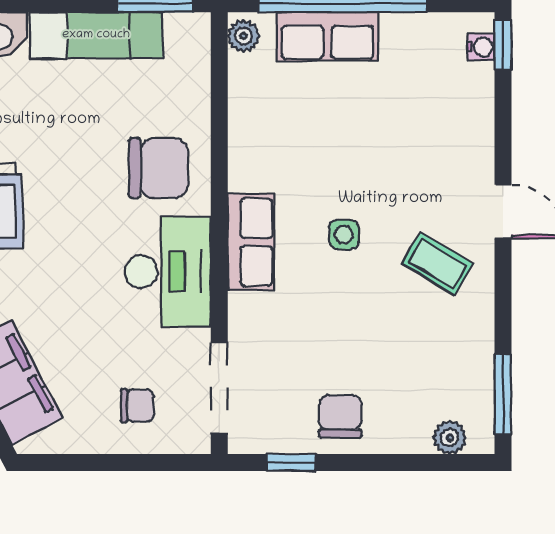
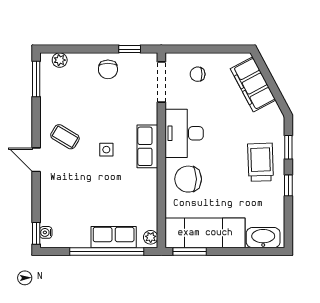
exam couch: (96, 35) -> (205, 233), width x1.36, depth x1.45

